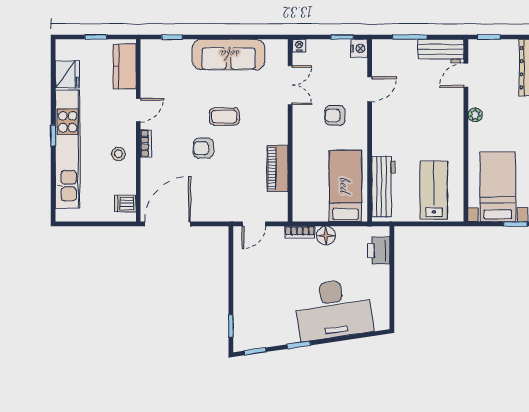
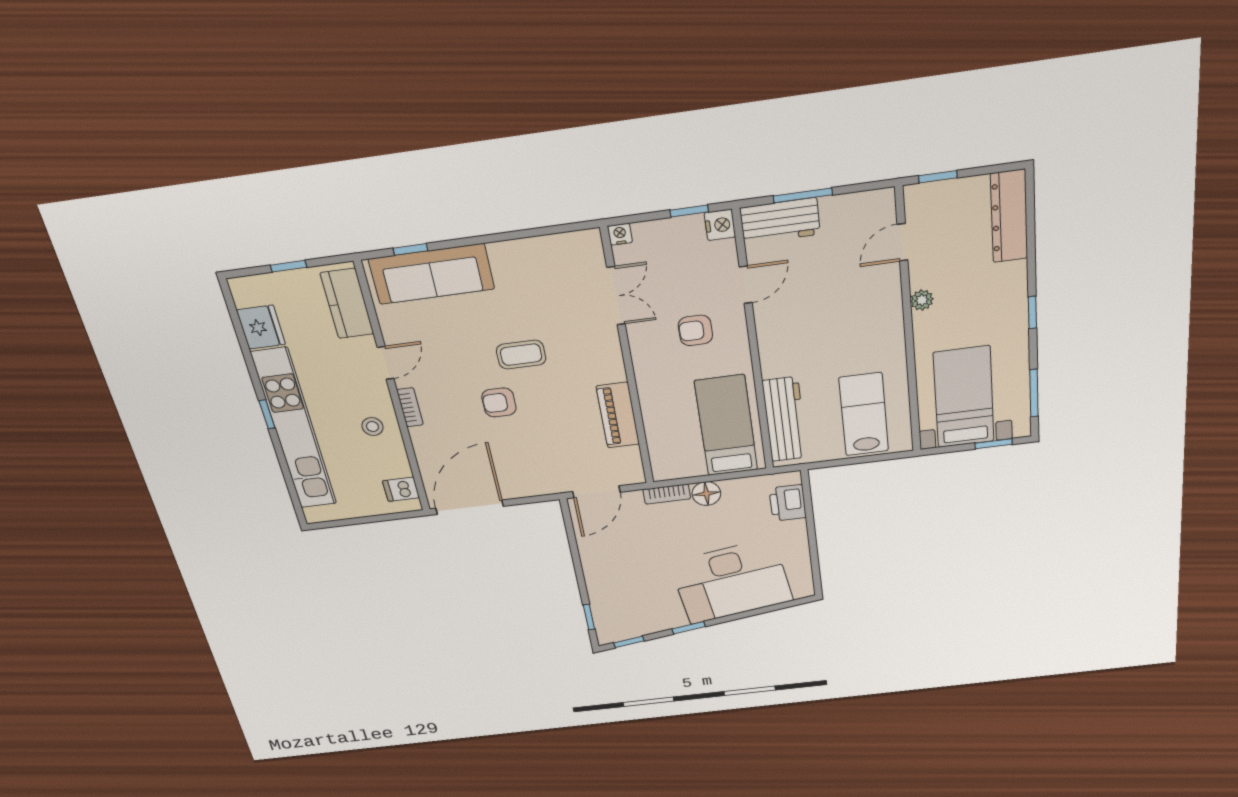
workbench: (441, 51) -> (780, 221), moved
sofa: (229, 55) -> (432, 274), moved
door: (254, 224) -> (596, 492), width x1.38

